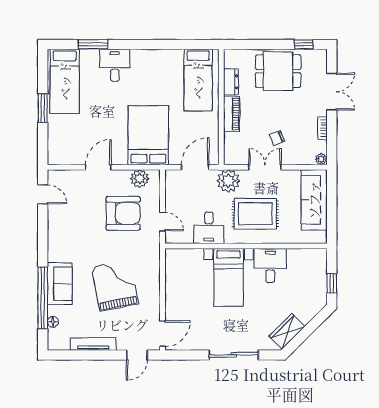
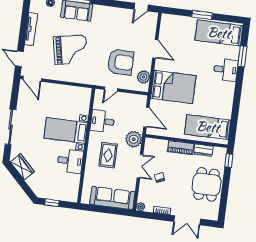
window: (304, 44) -> (229, 160), moved
armchair: (123, 213) -> (121, 62), turned -90
rug: (255, 214) -> (108, 155), width x0.73, depth x0.70

